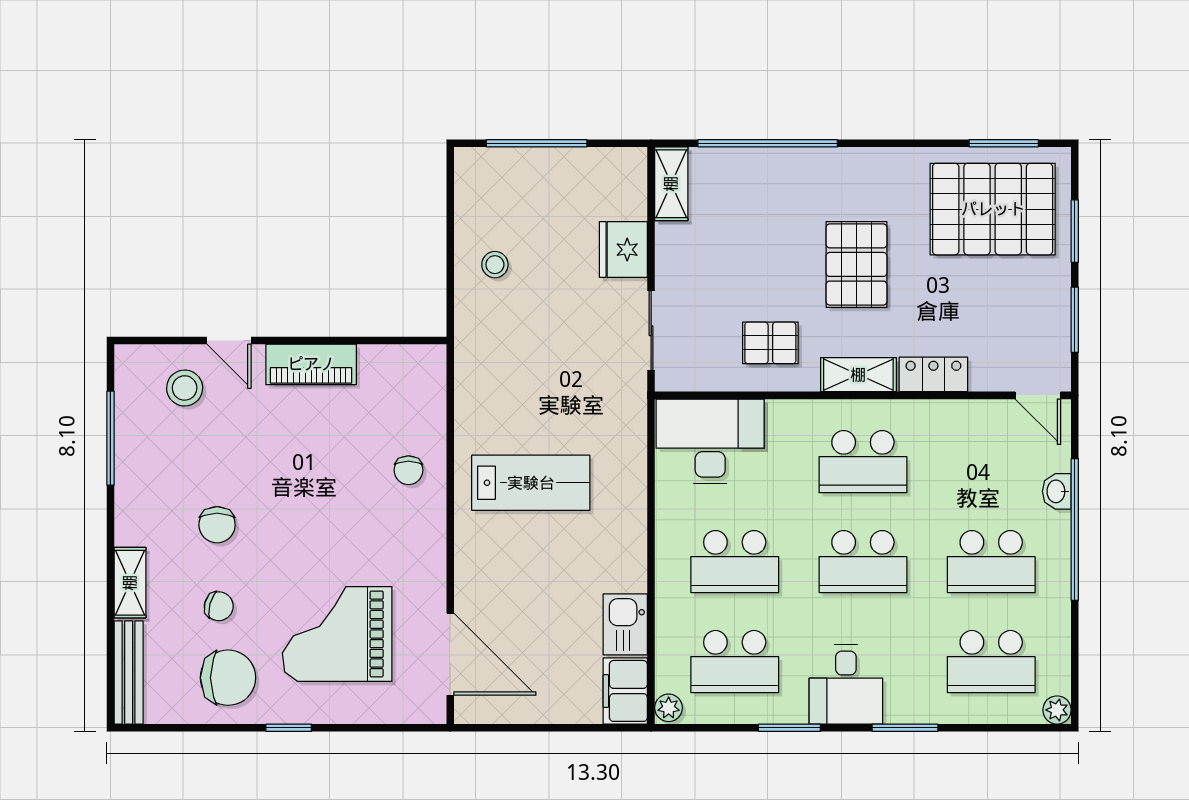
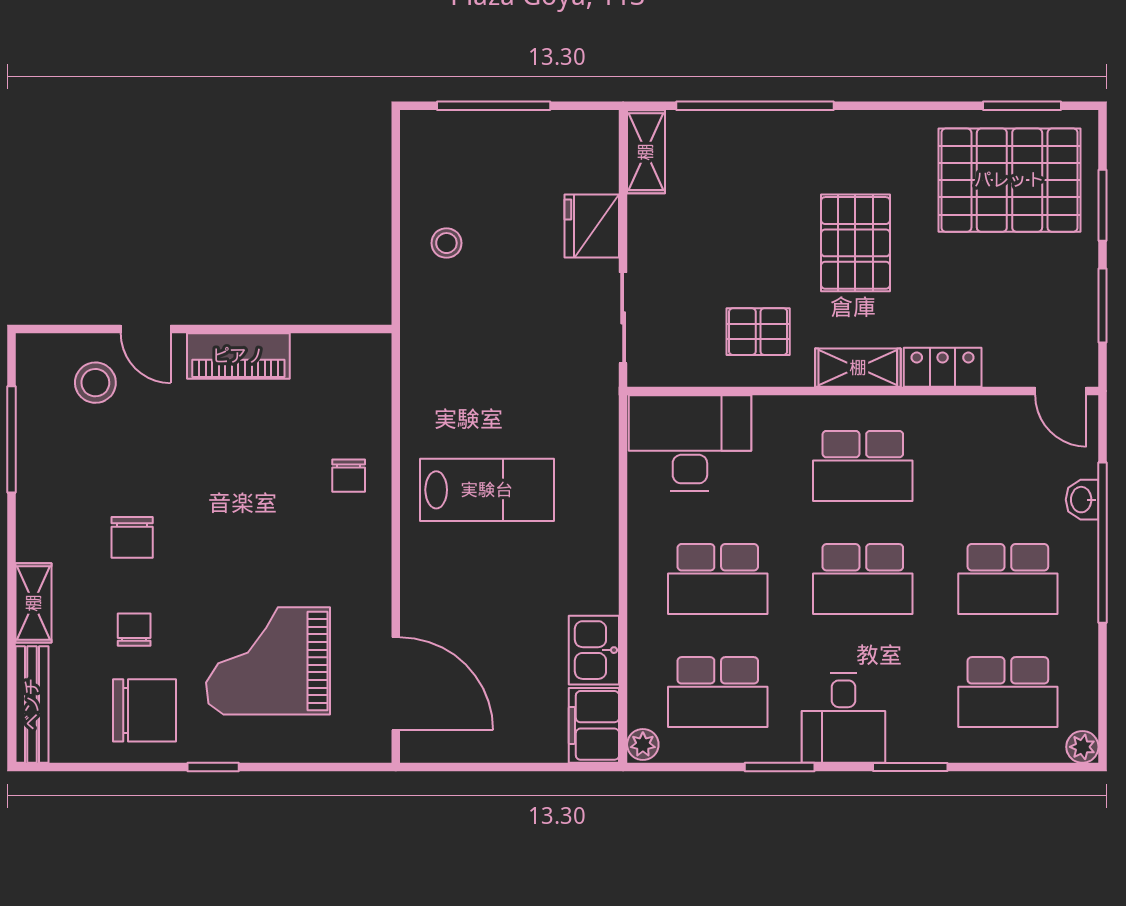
chair: (219, 606) -> (134, 630), turned -105

